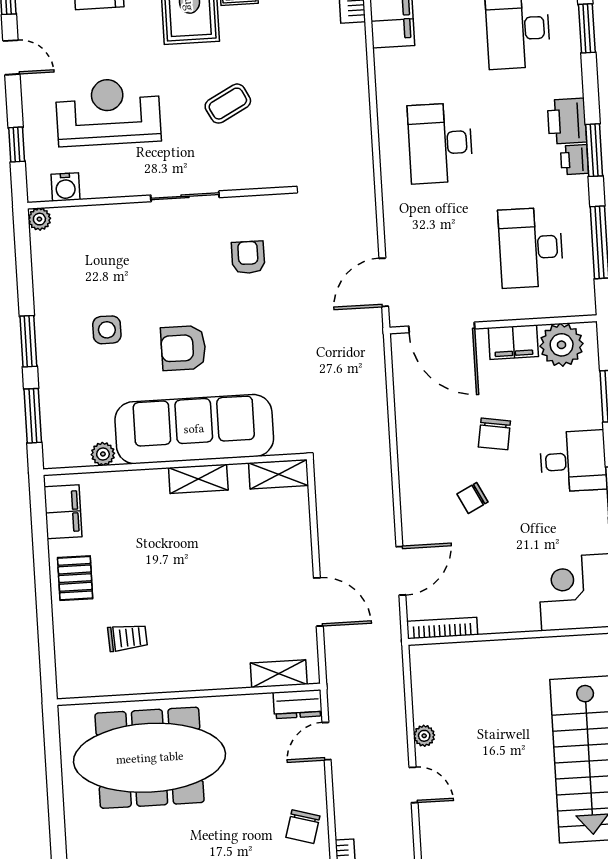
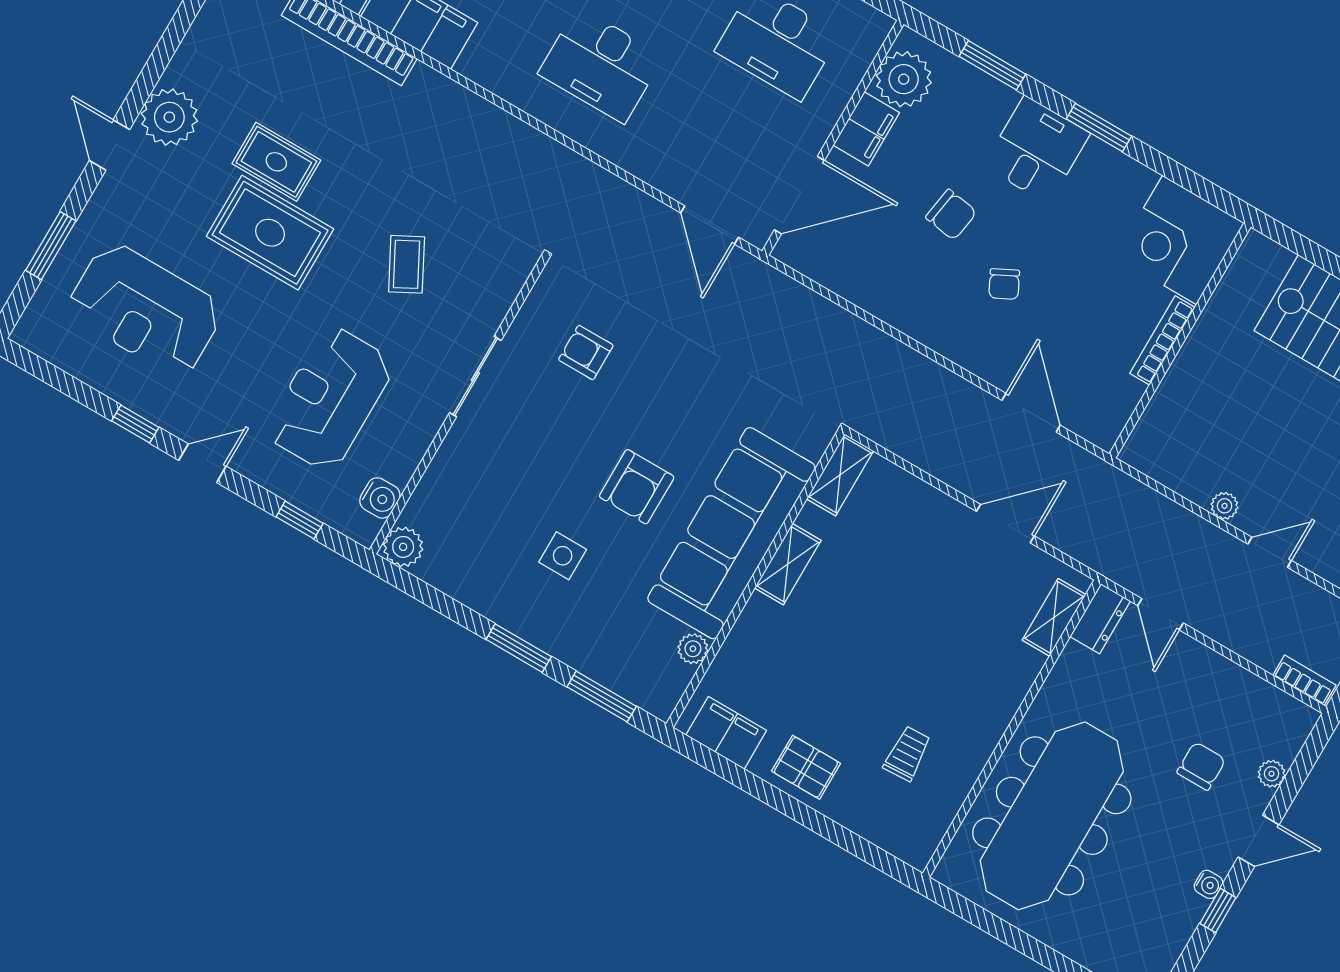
plant: (39, 219) -> (403, 547), width x1.38, depth x1.38
bookcase: (442, 628) -> (1162, 340), moved
chair: (303, 827) -> (1201, 766), moved, turned -106

